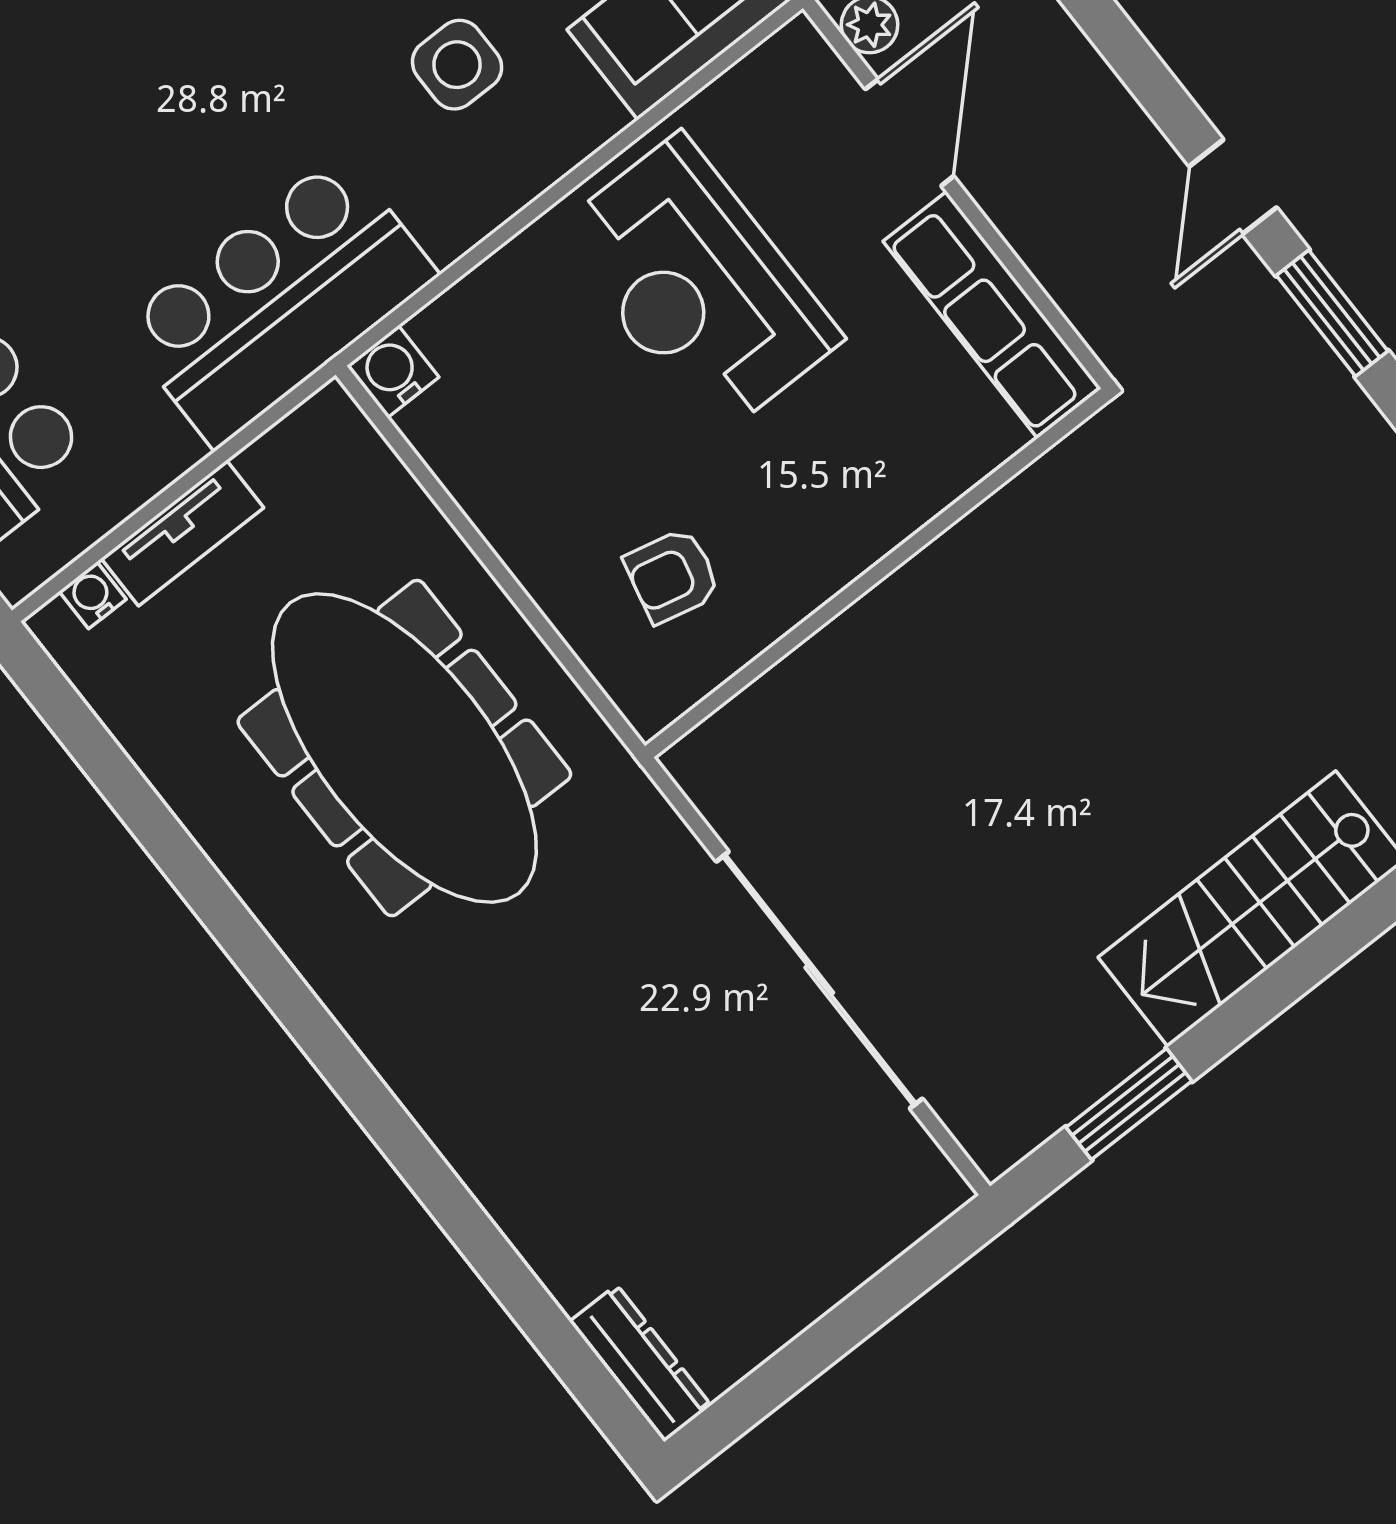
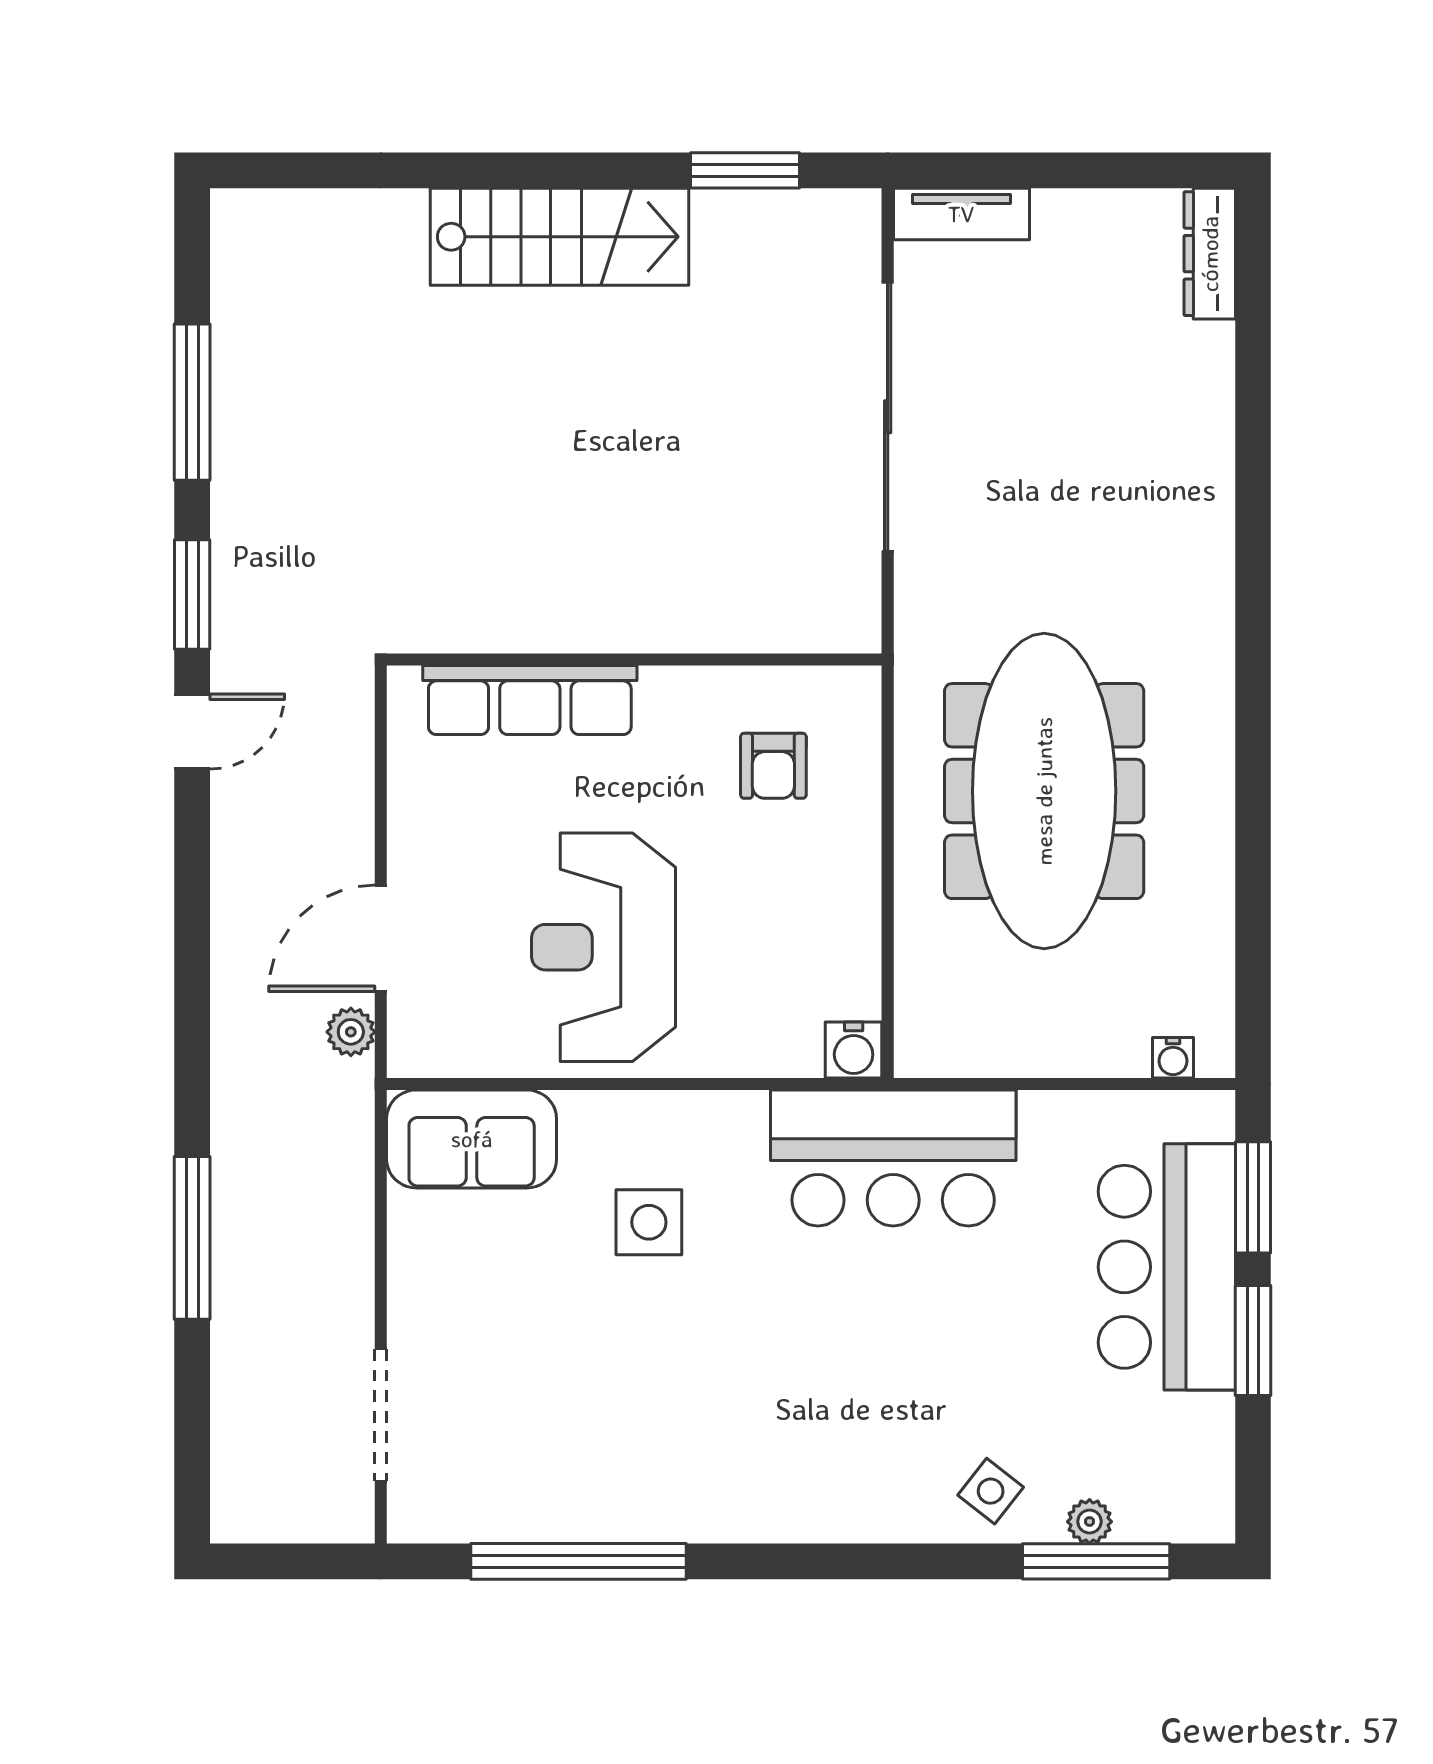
reception desk: (698, 286) -> (604, 947), turned 180
row of seats: (992, 315) -> (530, 700), moved, turned 90
tv unit: (183, 533) -> (961, 214), moved, turned 180
armchair: (672, 576) -> (773, 766), turned 77

